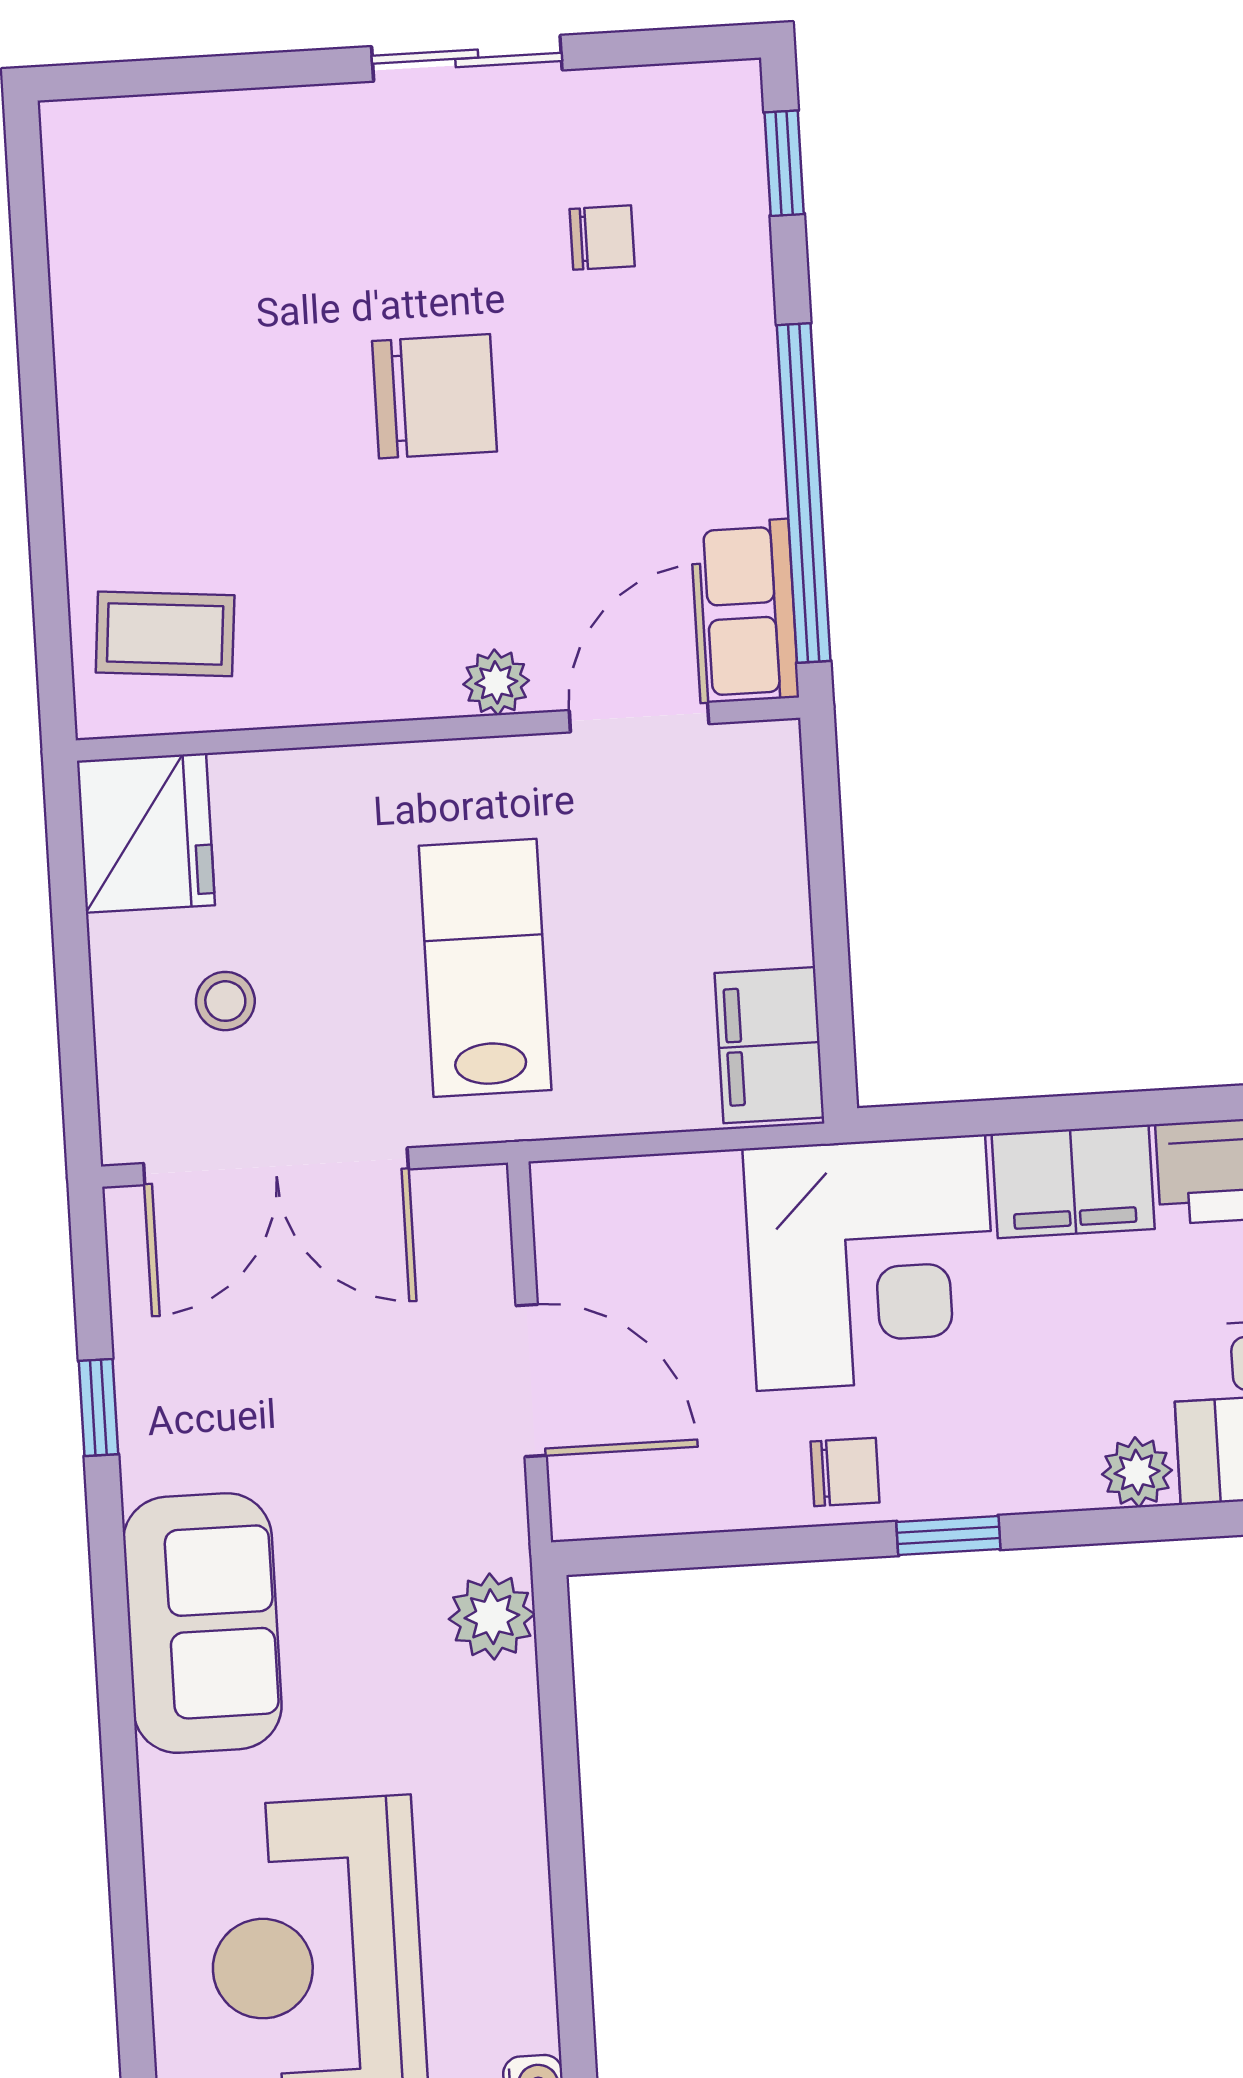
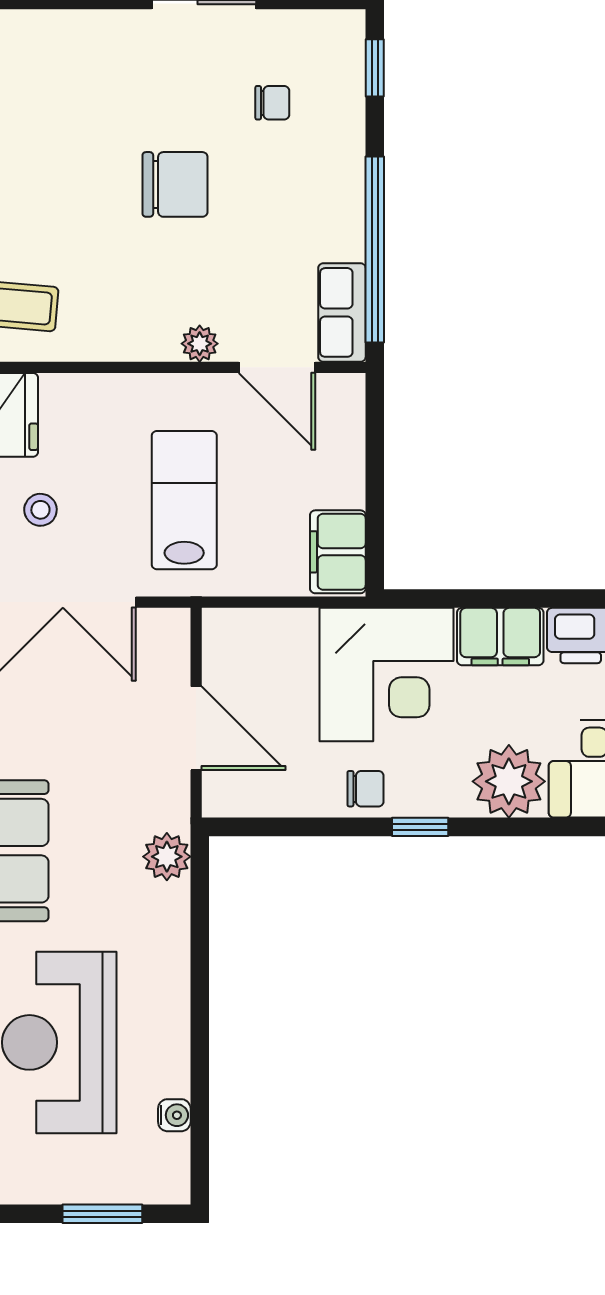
door: (639, 717) -> (277, 367), swing flipped
plant: (1137, 1472) -> (509, 781), width x1.87, depth x1.87

